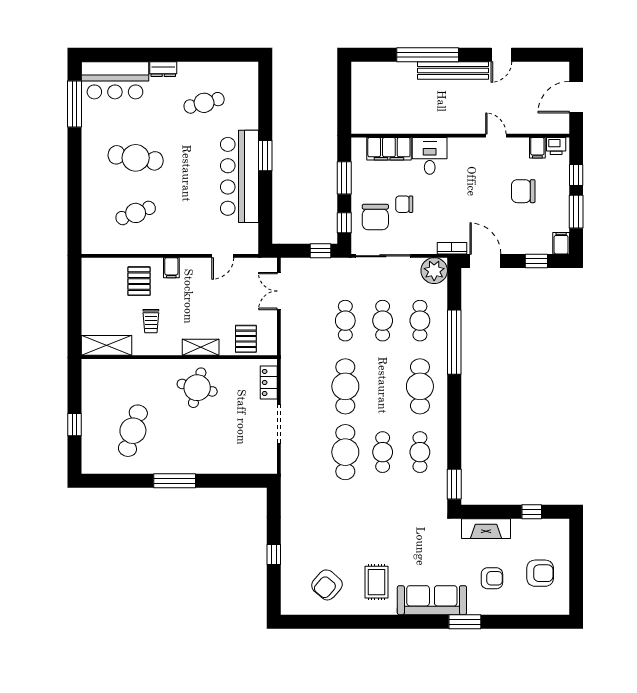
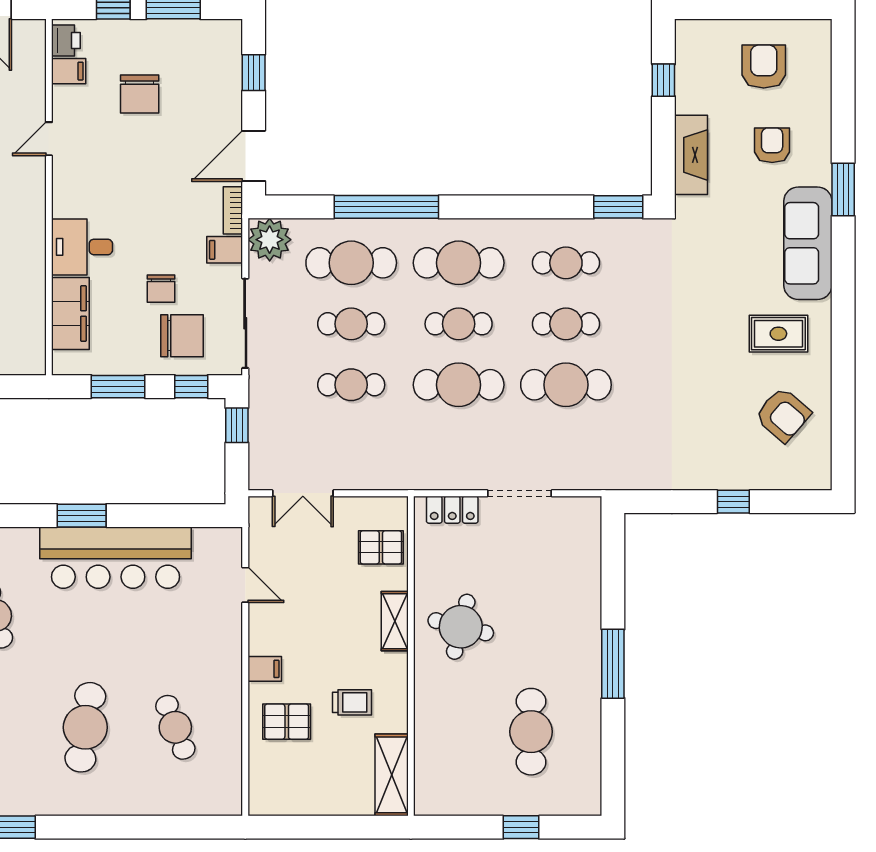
filing cabinet: (561, 243) -> (225, 250), moved
cafe table: (420, 321) -> (351, 263), width x1.37, depth x1.35
cafe table: (383, 386) -> (459, 324), added
cafe table: (133, 431) -> (531, 732), turned 73

